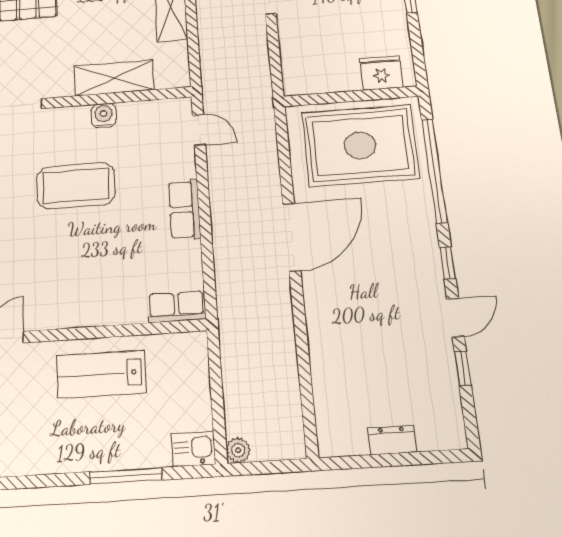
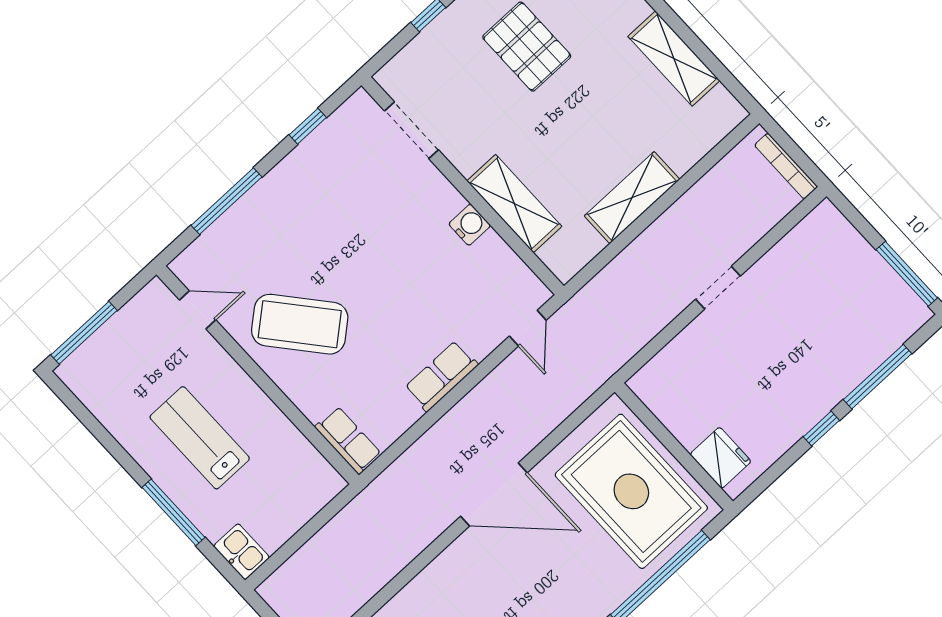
coffee table: (76, 186) -> (300, 324), moved, turned -40
lab bench: (101, 374) -> (200, 438), moved
plant: (238, 450) -> (272, 591), removed

